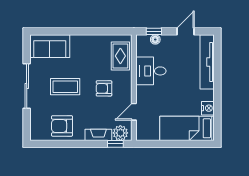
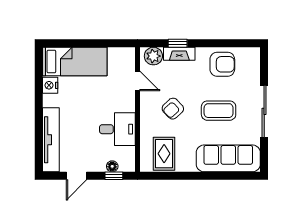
sofa: (50, 46) -> (228, 158), width x1.36
rug: (120, 56) -> (164, 154), moved
armchair: (104, 88) -> (173, 109), turned 137
door: (134, 112) -> (138, 81), hinge flipped
window: (115, 144) -> (178, 43), moved

